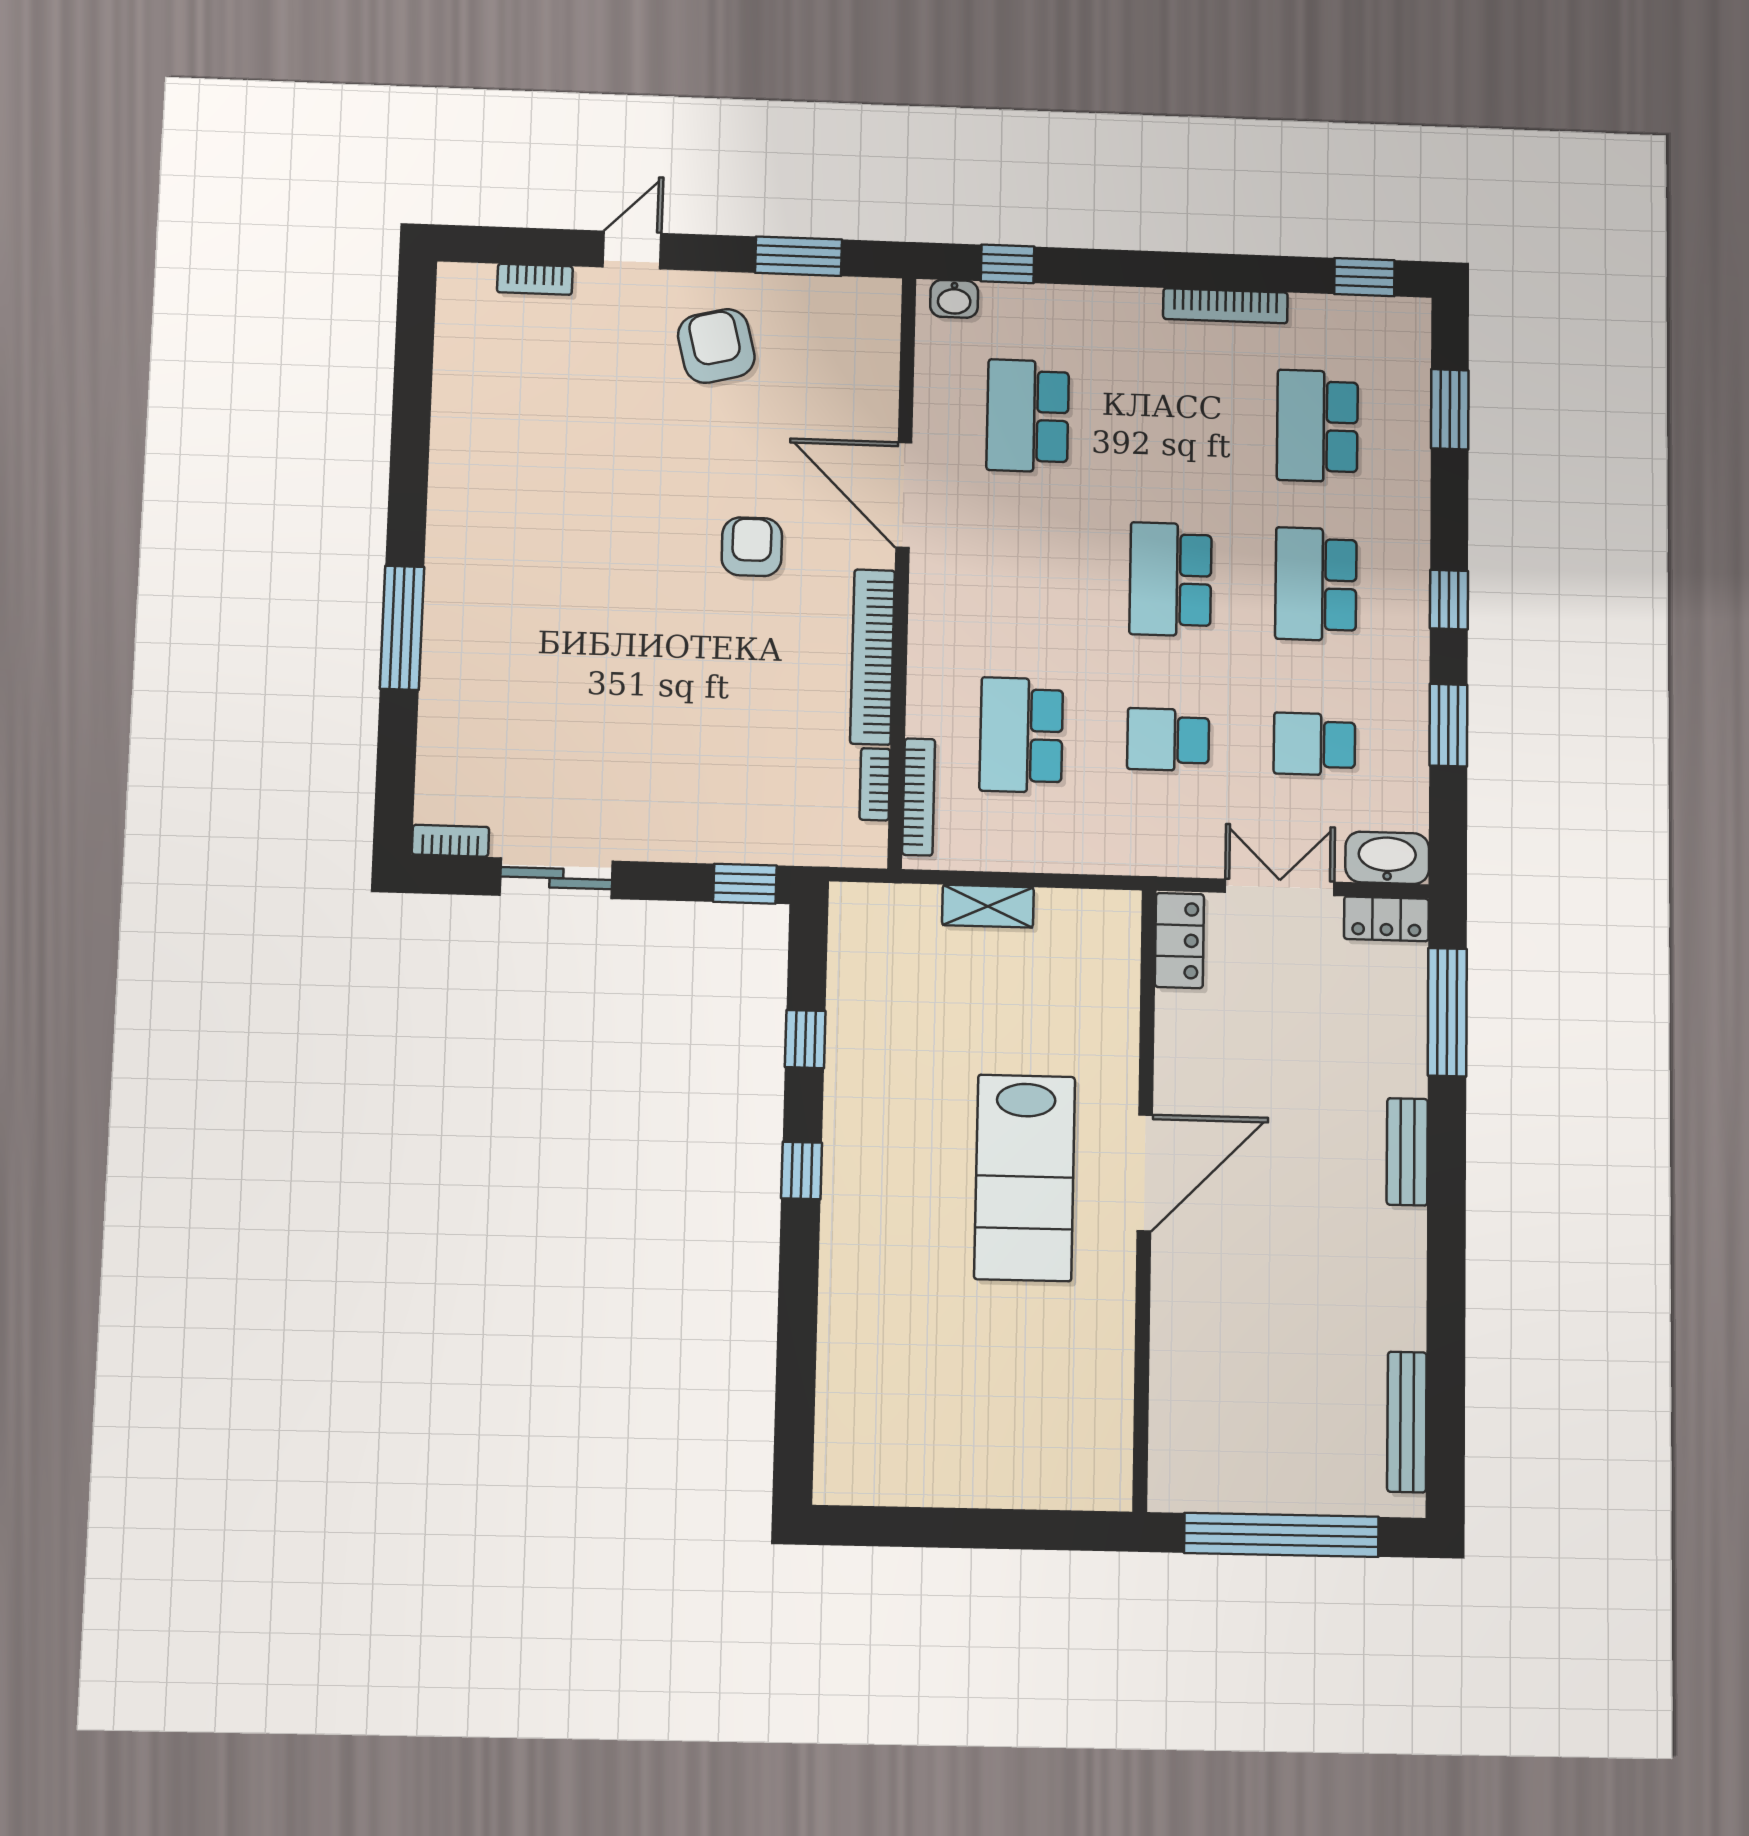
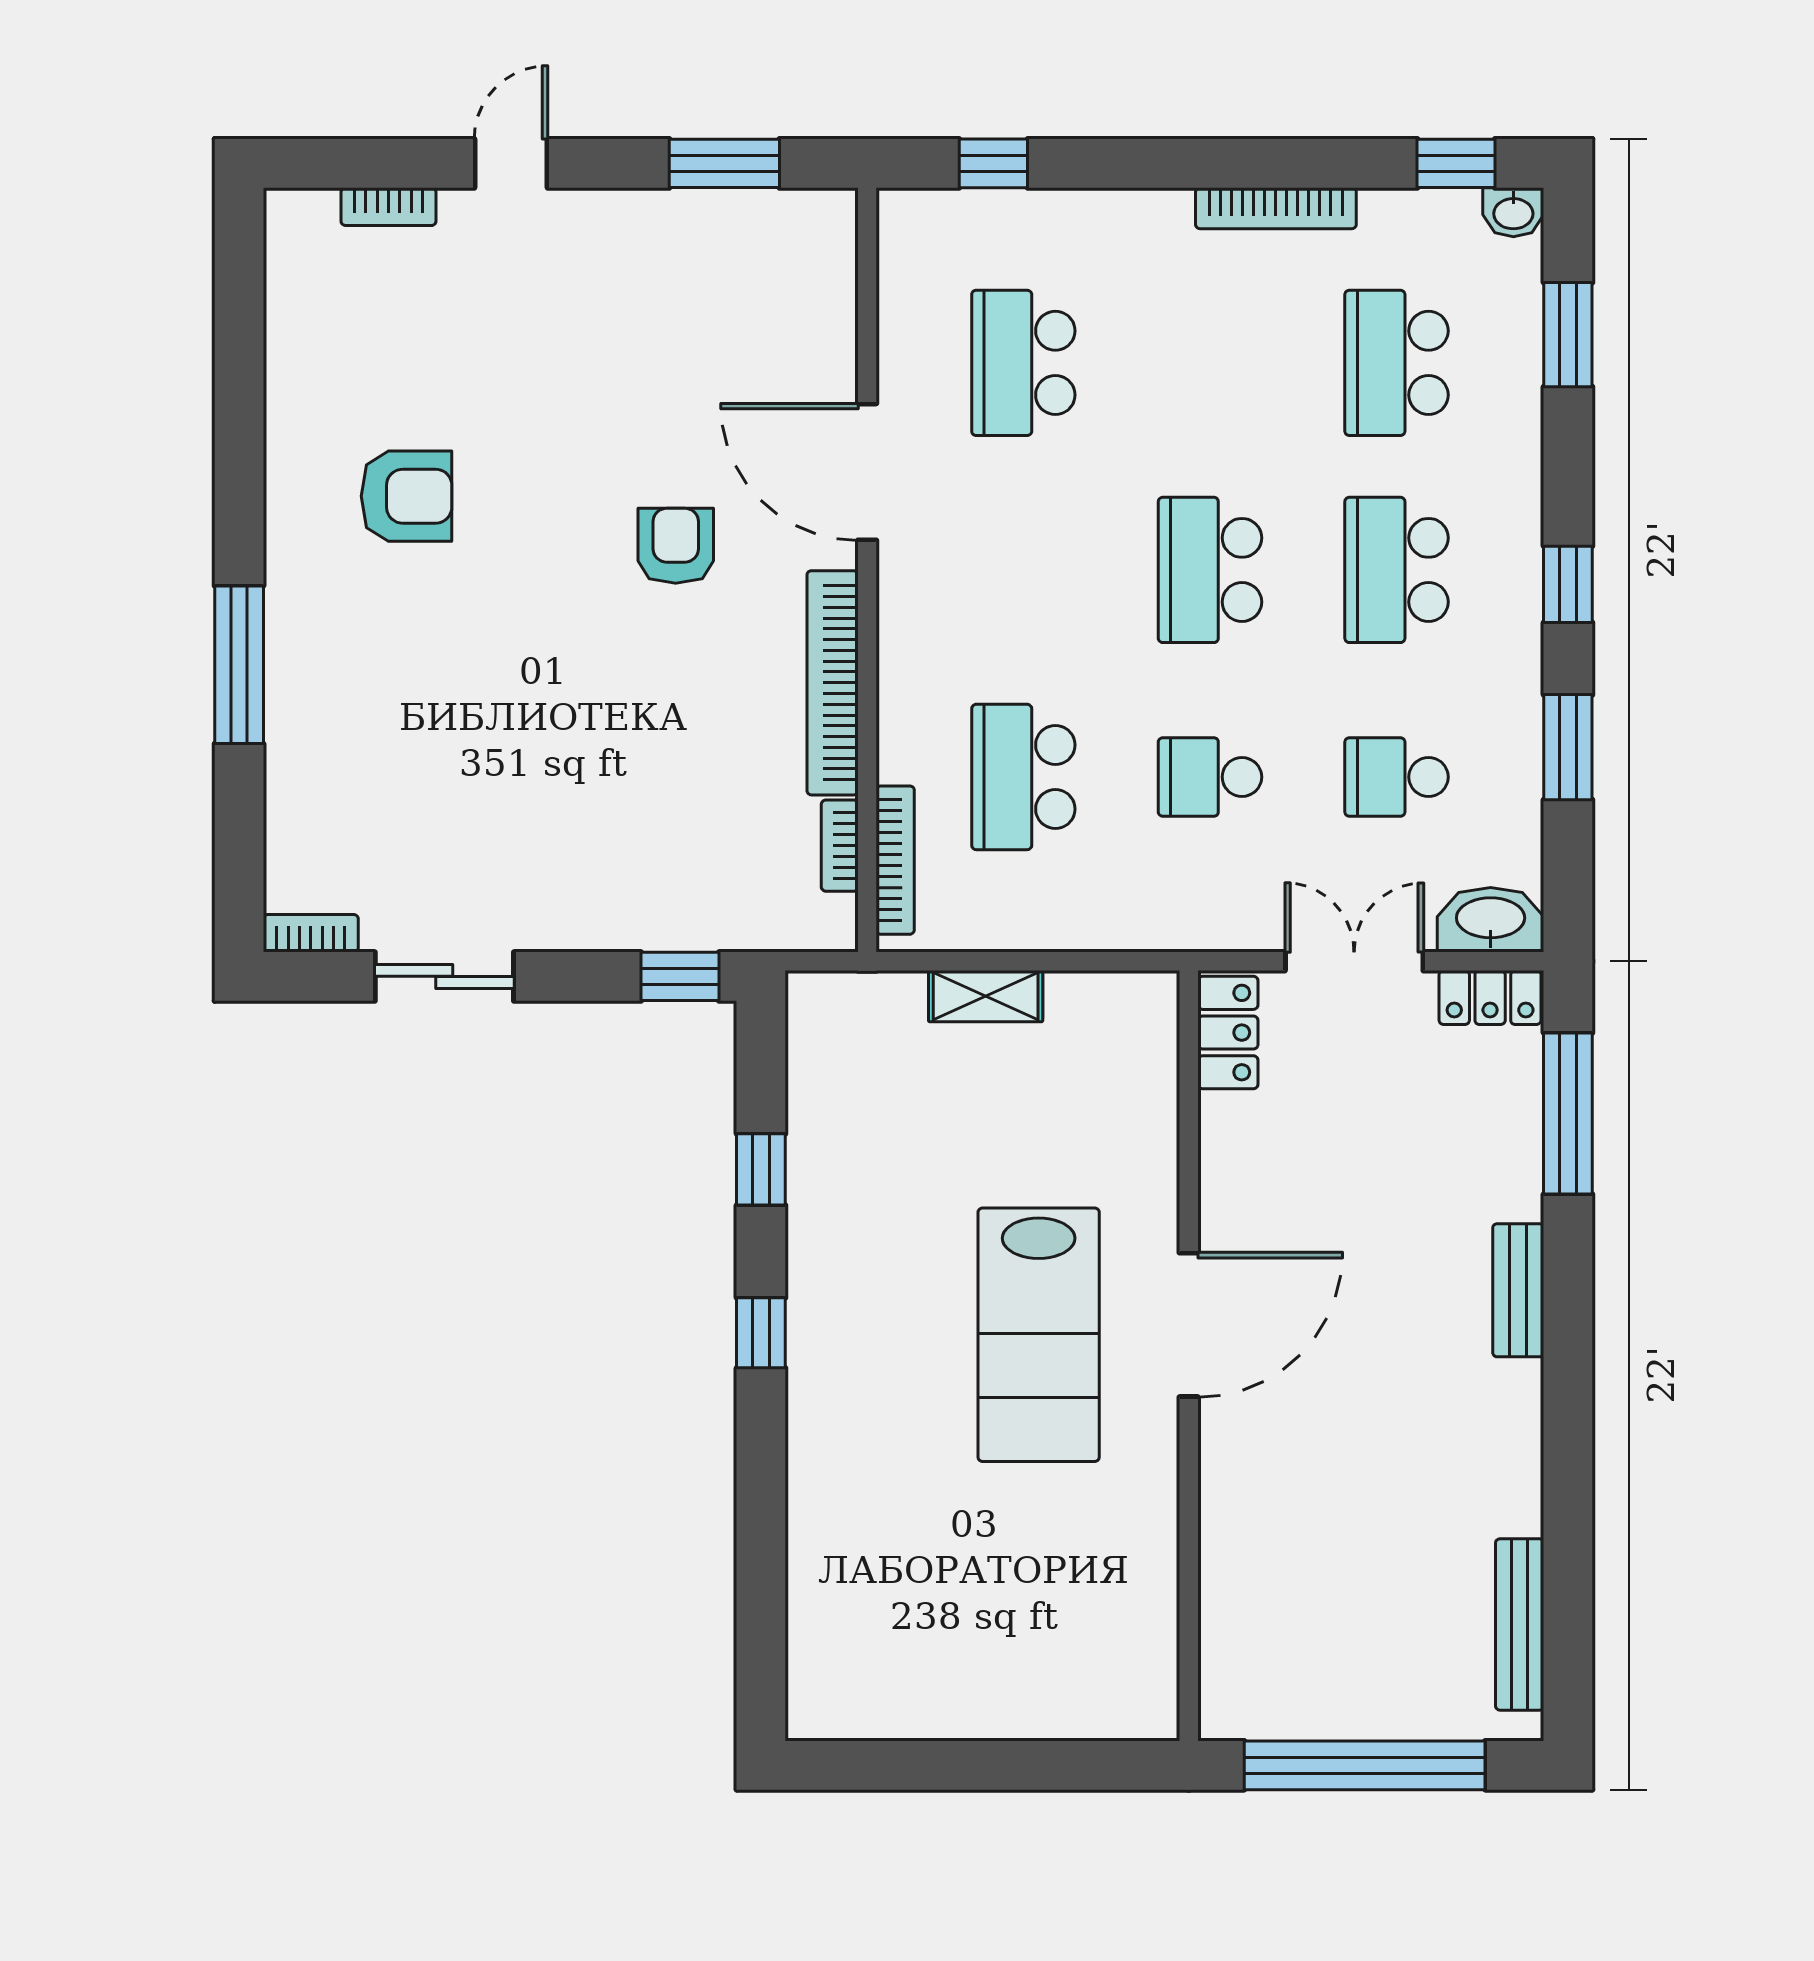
washbasin: (954, 299) -> (1513, 212), moved
armchair: (716, 346) -> (407, 496), moved, turned 104

